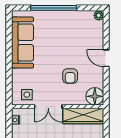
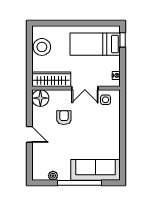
plant: (99, 15) -> (53, 176), moved
sofa: (22, 43) -> (96, 170), moved, turned 90
double door: (48, 107) -> (85, 88), swing flipped

